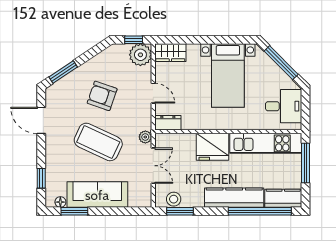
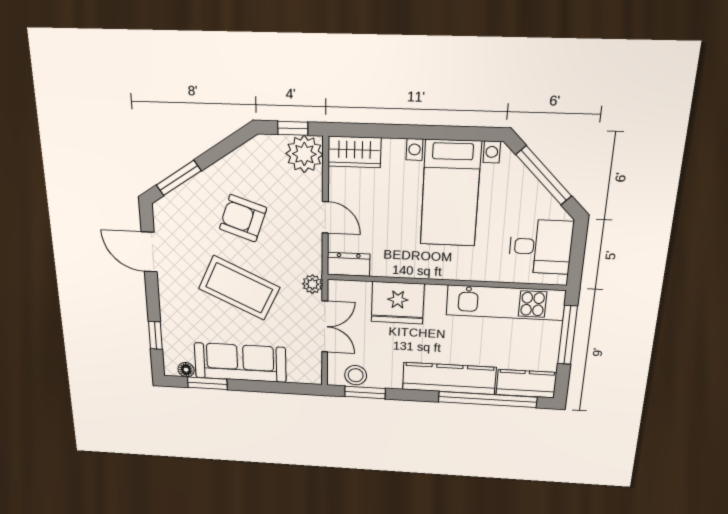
fridge: (213, 147) -> (398, 303), moved

